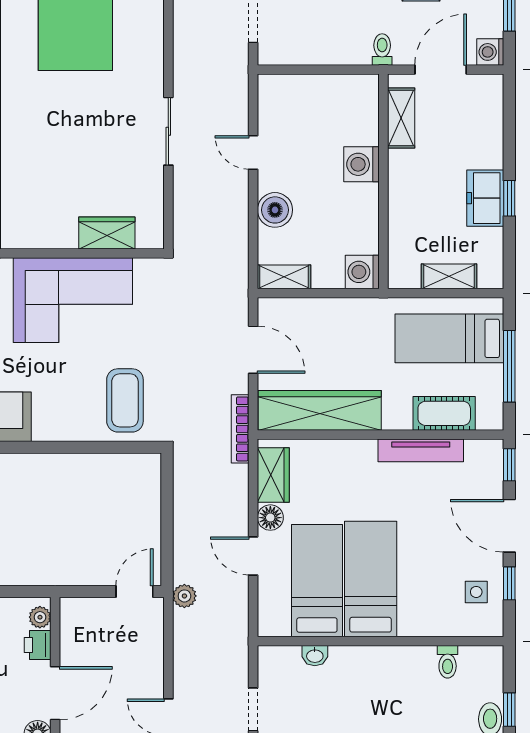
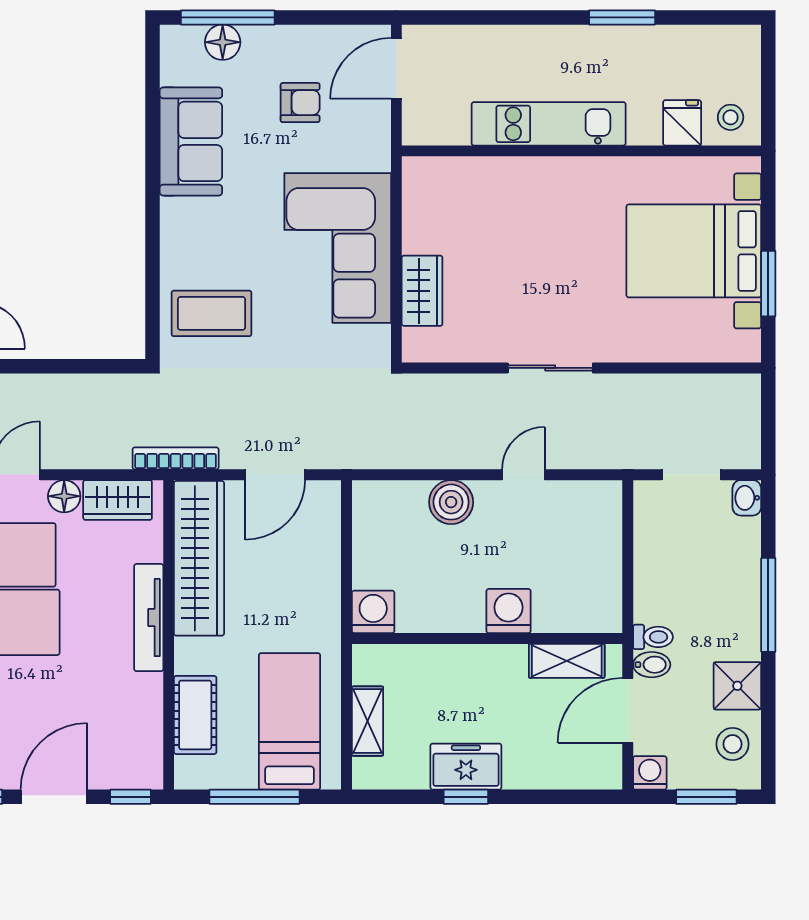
bidet: (404, 50) -> (652, 665), added
door: (441, 70) -> (628, 710), swing flipped
shelving: (284, 277) -> (367, 513), removed
tv unit: (421, 450) -> (149, 618), moved

